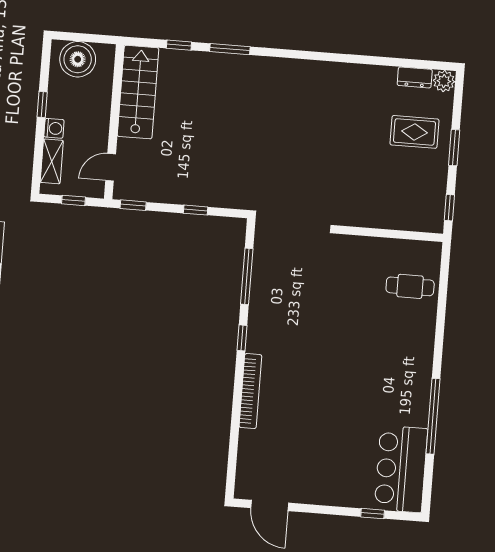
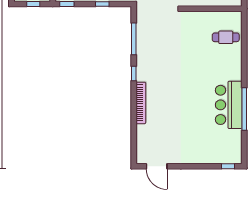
bar counter: (401, 469) -> (229, 105), moved
window: (373, 514) -> (228, 166), moved

